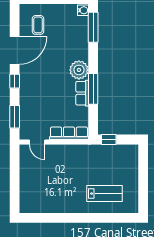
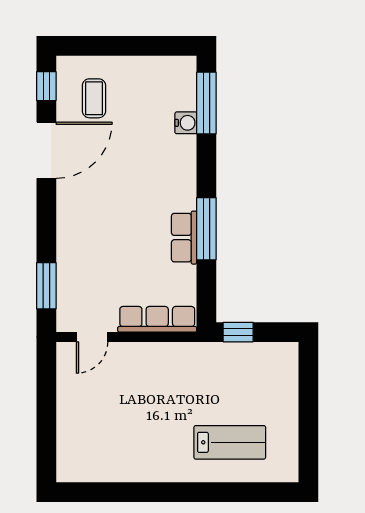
water cooler: (83, 10) -> (186, 123), moved
plant: (79, 70) -> (178, 190), removed
window: (15, 81) -> (46, 86), moved
door: (37, 142) -> (92, 337), hinge flipped

